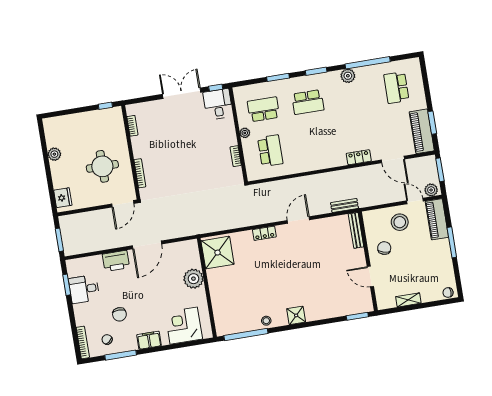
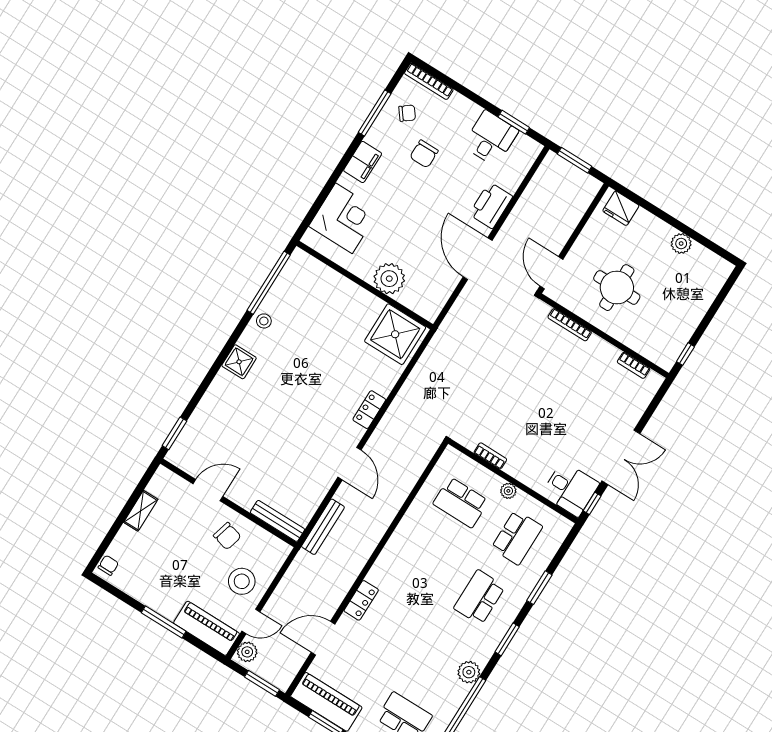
bench: (344, 205) -> (323, 527), width x1.36
chair: (119, 314) -> (424, 154), turned -90

